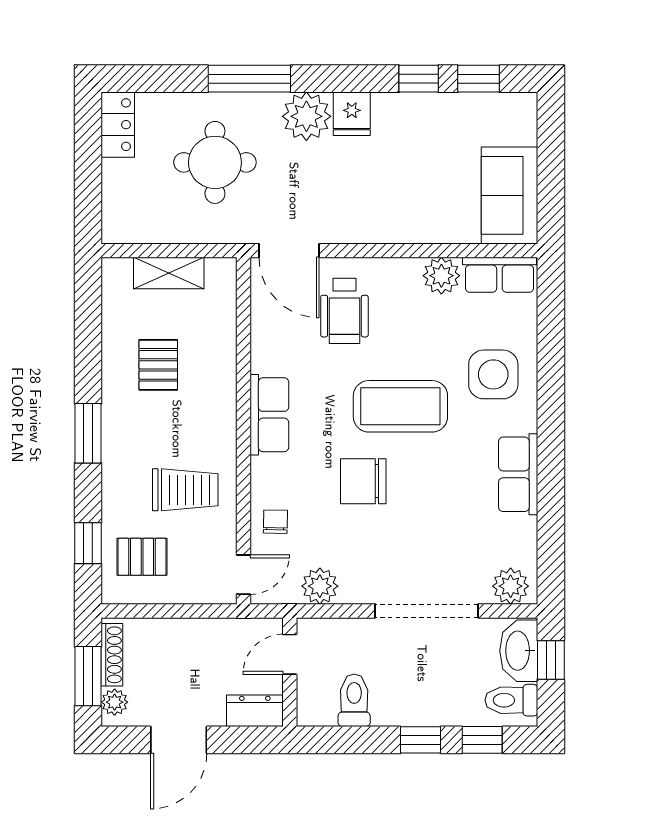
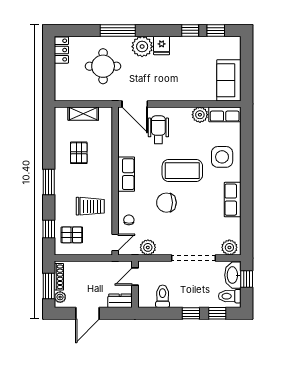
wheelchair: (344, 311) -> (158, 130), turned 180

